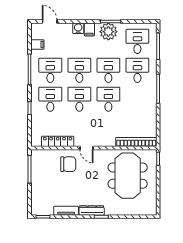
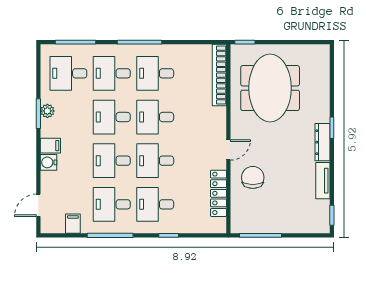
plant: (108, 32) -> (47, 111), width x0.53, depth x0.53
desk: (137, 99) -> (155, 73), added
meeting table: (128, 176) -> (270, 88), turned 90

